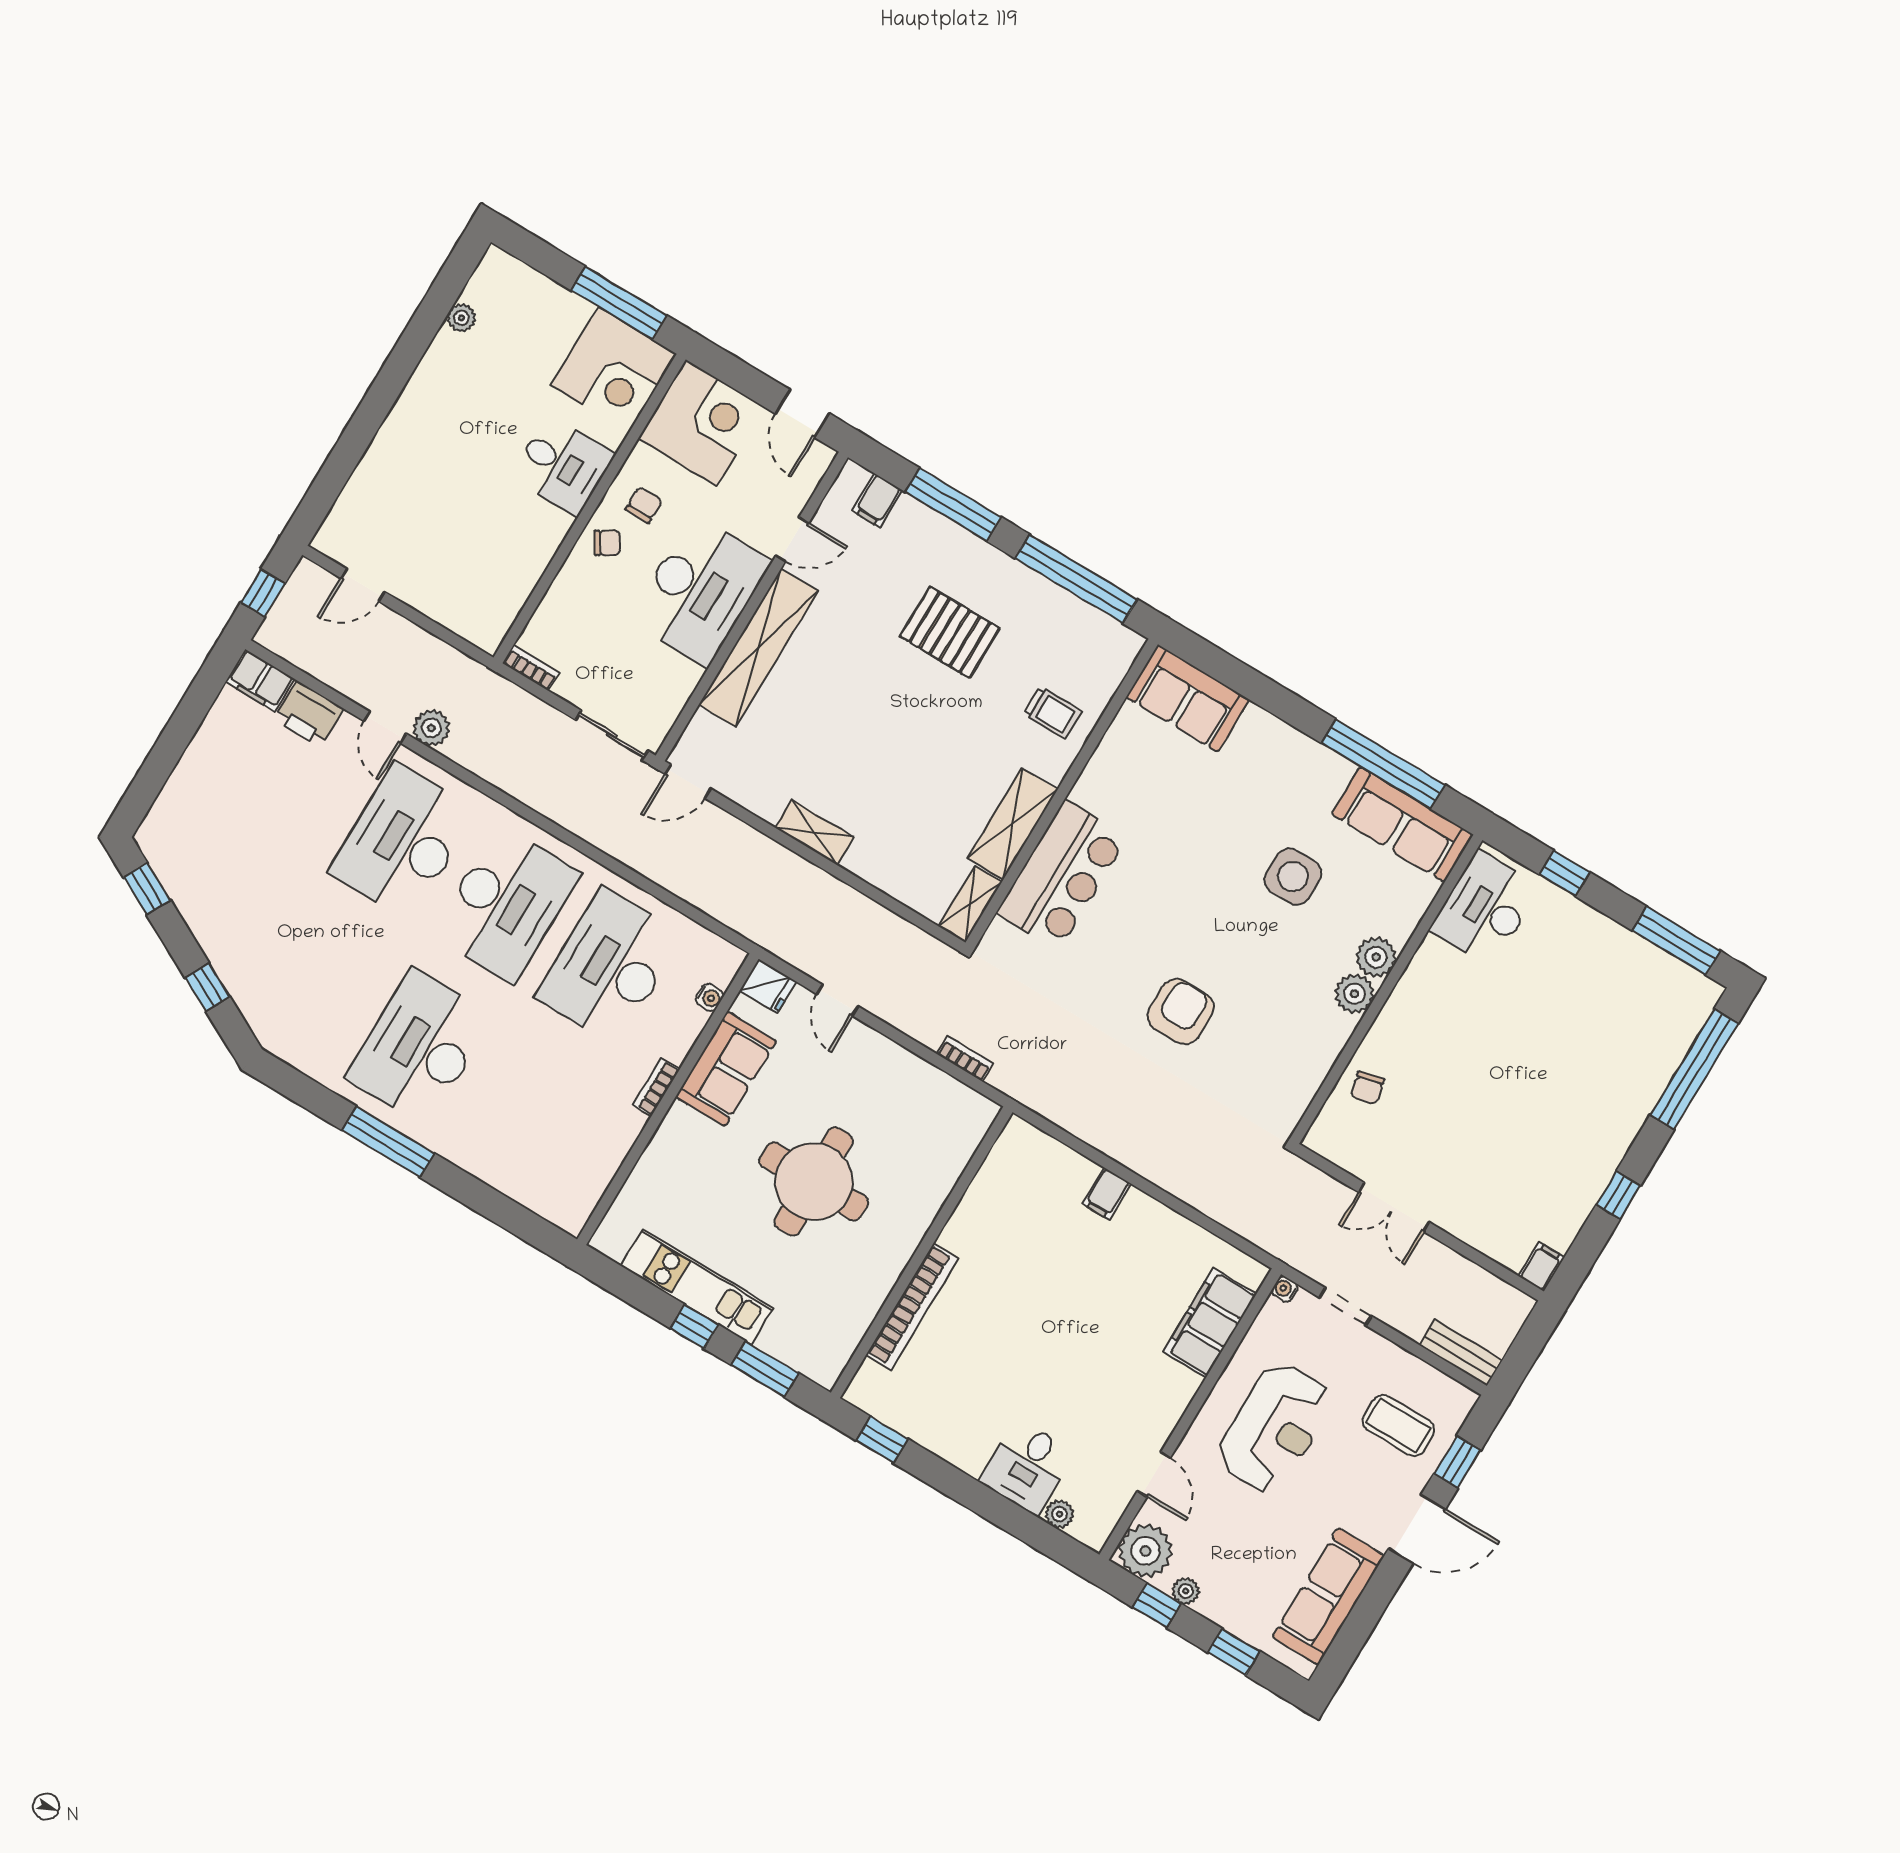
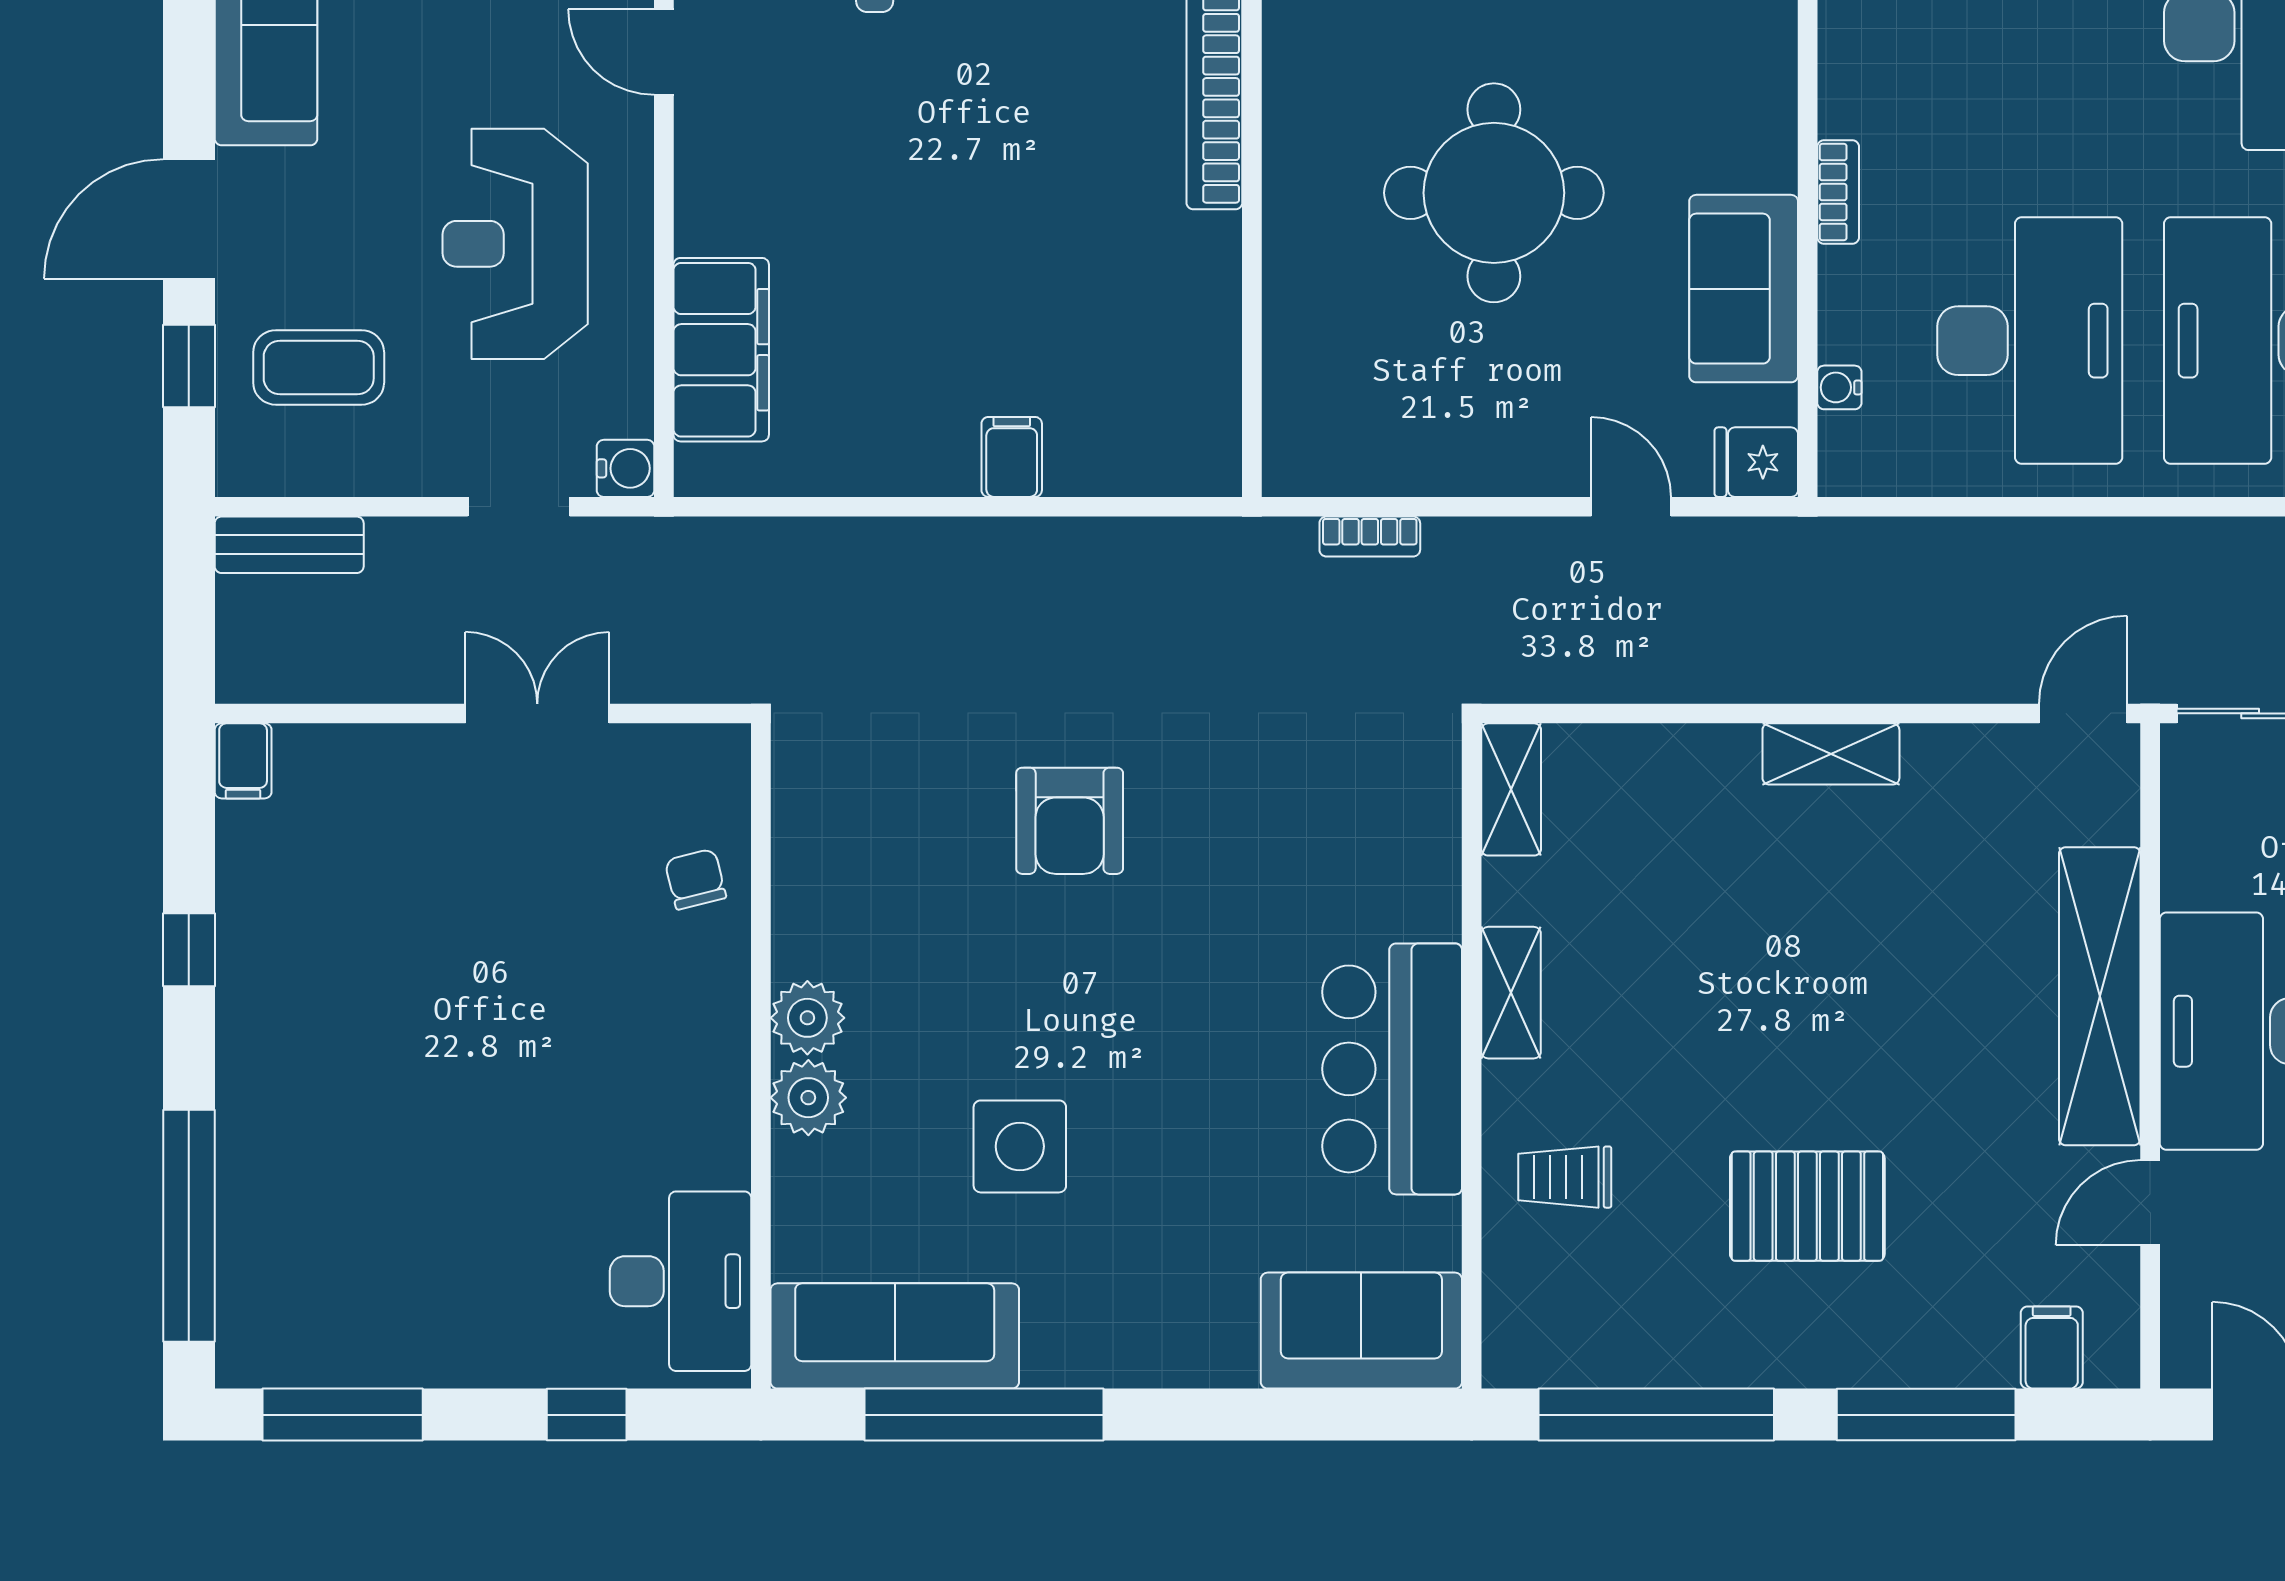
shelving: (1013, 824) -> (1511, 993), width x0.67, depth x0.75
bar counter: (1062, 875) -> (1392, 1069), moved
water cooler: (1285, 1289) -> (626, 468), width x1.38, depth x1.38

